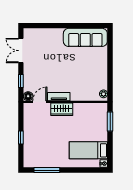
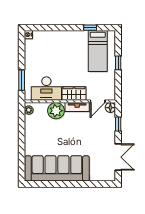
sofa: (85, 37) -> (57, 168), width x1.36, depth x1.27
plant: (78, 93) -> (56, 111), added
desk: (87, 114) -> (46, 89), added
bed: (88, 150) -> (98, 51), moved, turned 90
window: (47, 170) -> (90, 28), width x0.46

